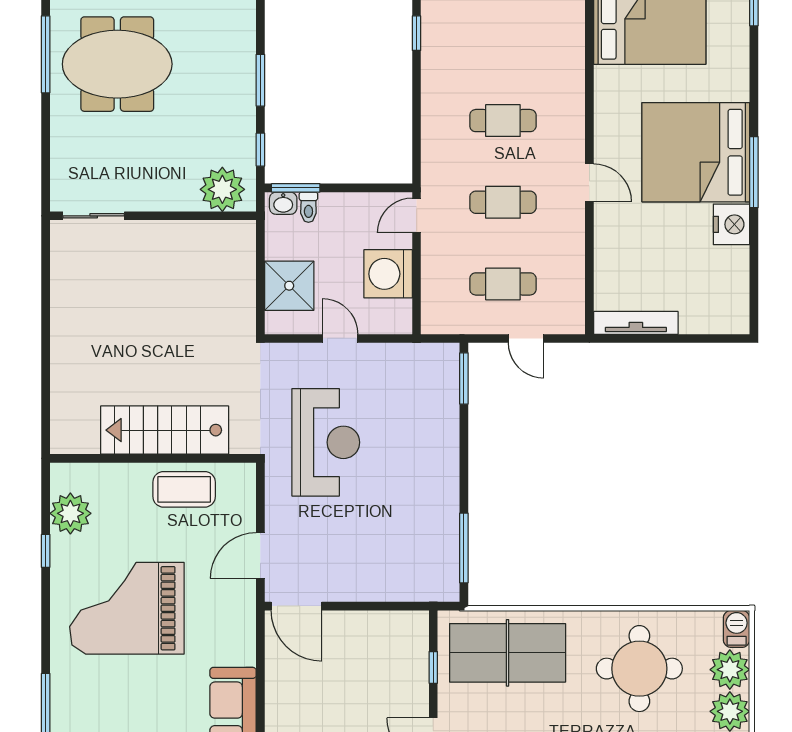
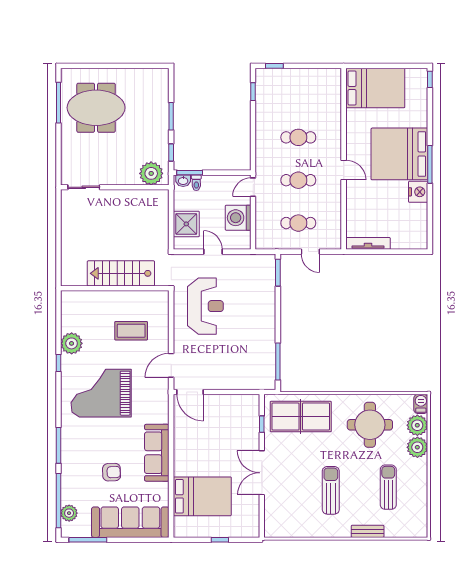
stairs: (165, 430) -> (121, 273), moved
wall: (153, 458) -> (115, 288), moved

